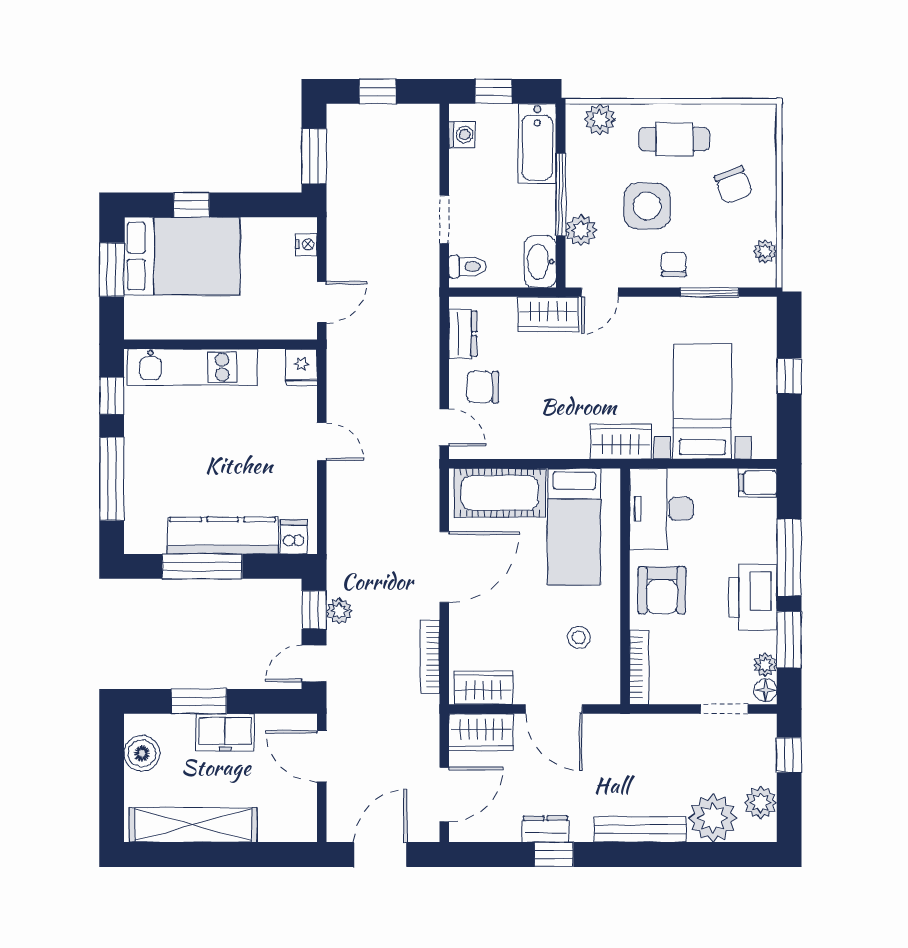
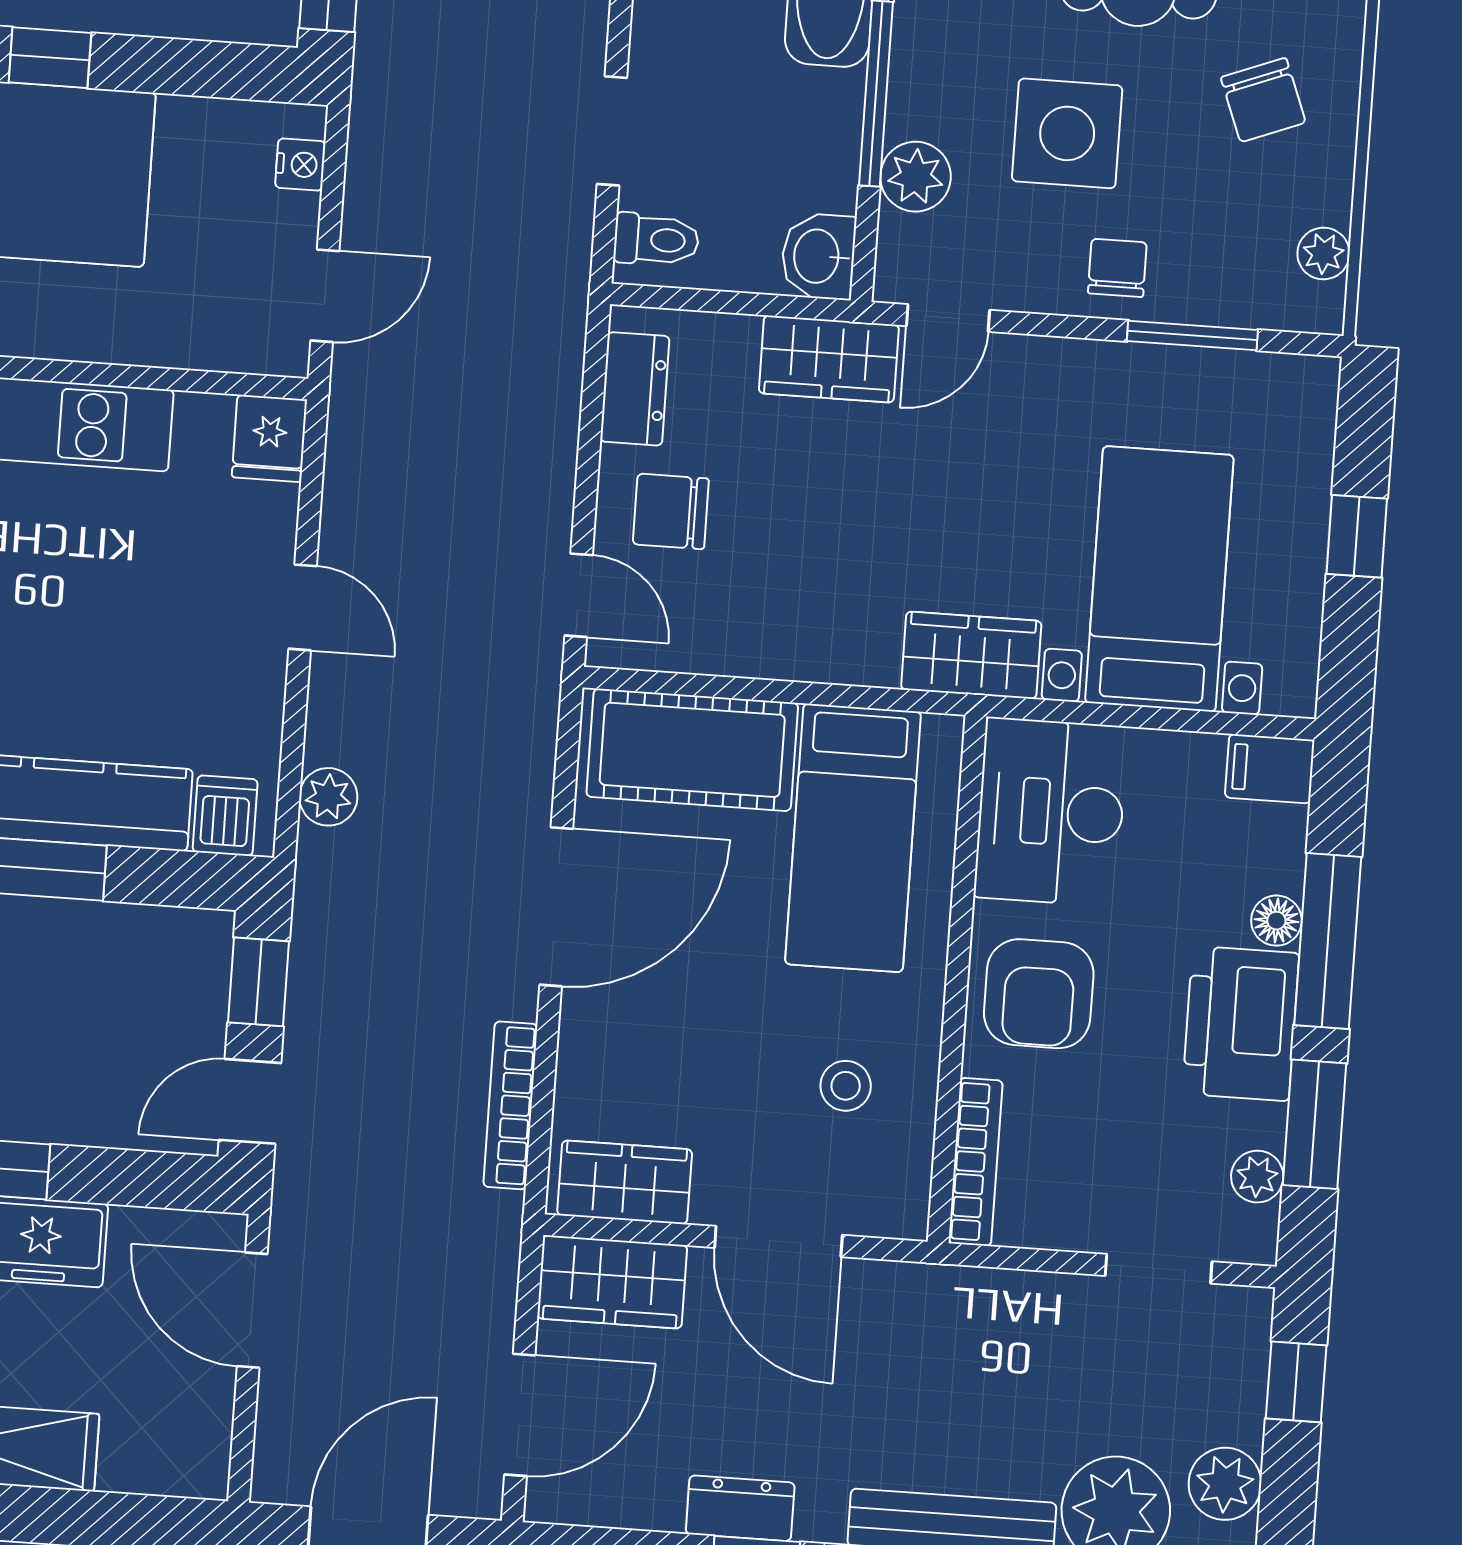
washbasin: (540, 262) -> (818, 256), width x0.72
plant: (339, 611) -> (328, 797), moved
floor lamp: (766, 690) -> (1276, 921), moved

